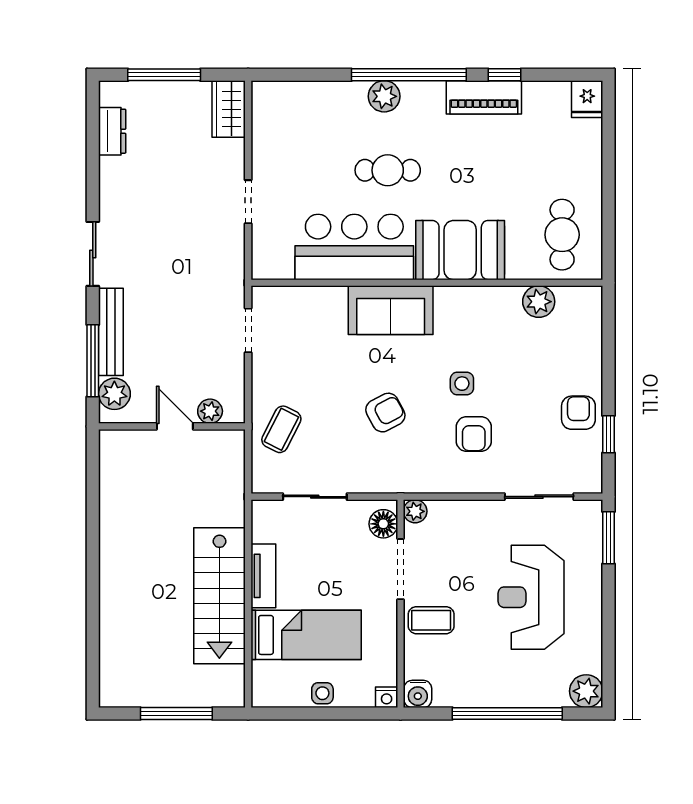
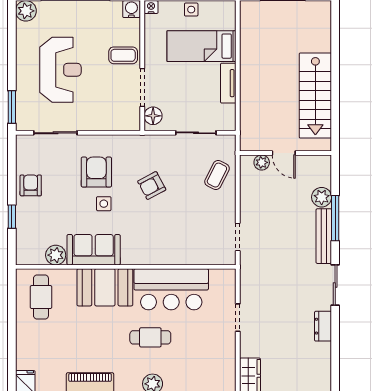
dresser: (112, 131) -> (323, 326), moved
sofa: (391, 310) -> (94, 250), moved
plant: (210, 411) -> (262, 162), moved
armchair: (578, 413) -> (31, 185), turned 180
wall: (172, 426) -> (286, 153), moved
door: (175, 426) -> (284, 153), moved
armchair: (474, 434) -> (96, 172), width x1.38, depth x1.38
window: (609, 434) -> (12, 217), moved
plant: (415, 511) -> (133, 124), removed
stairs: (219, 596) -> (315, 96), moved, turned 180

